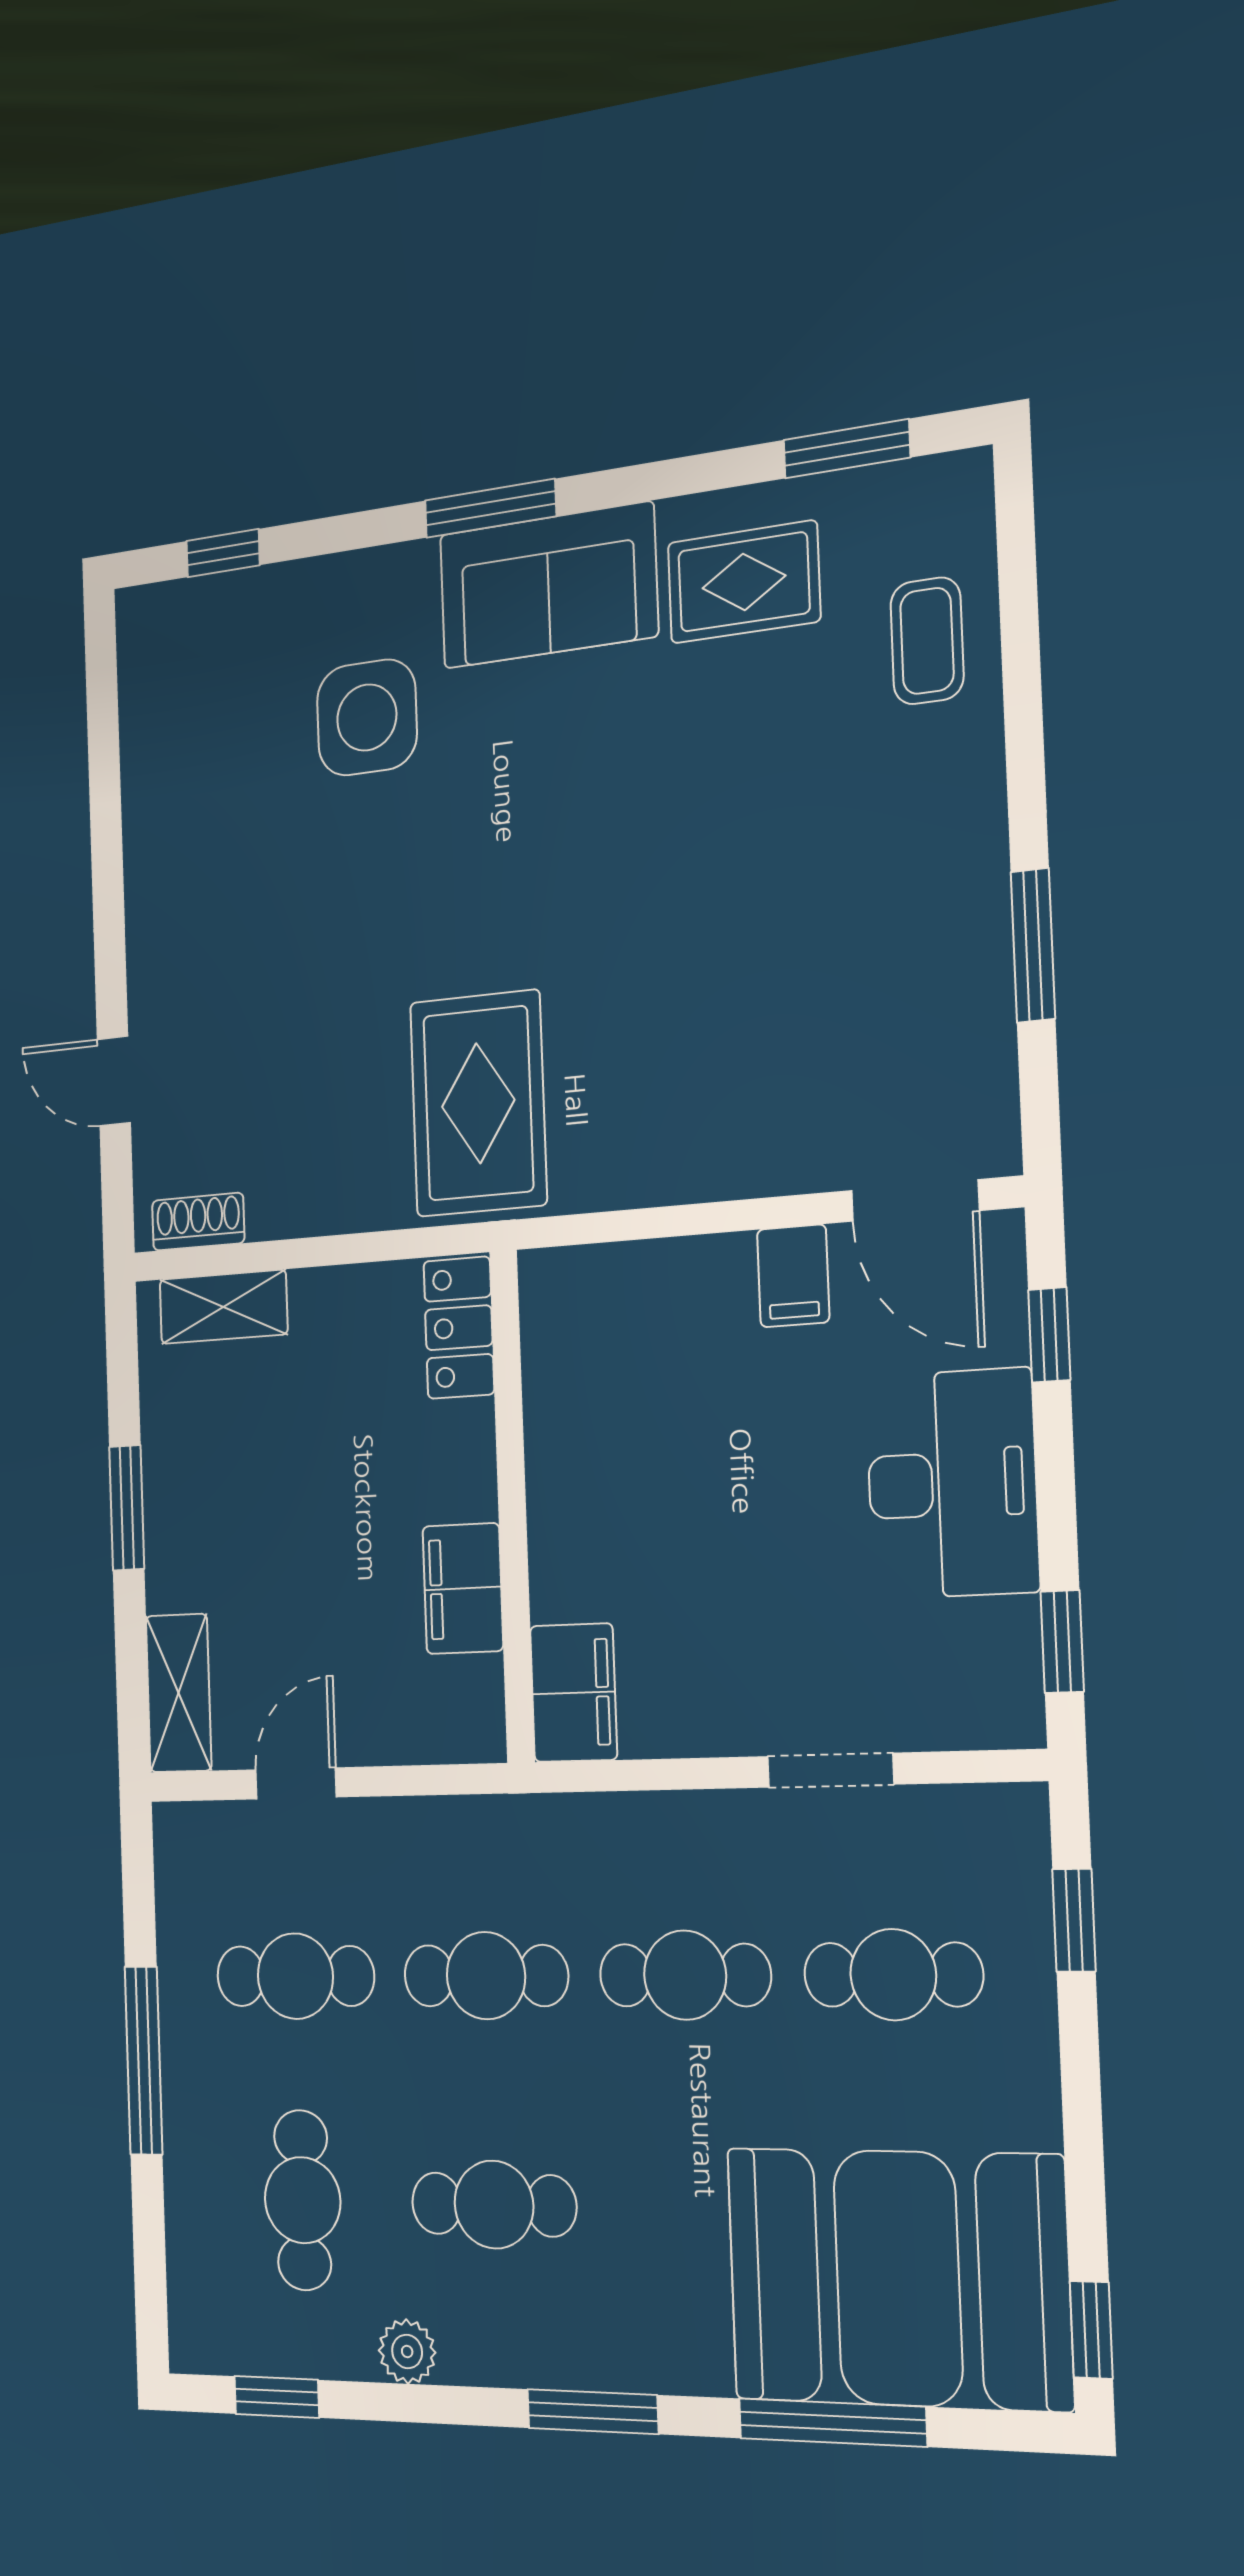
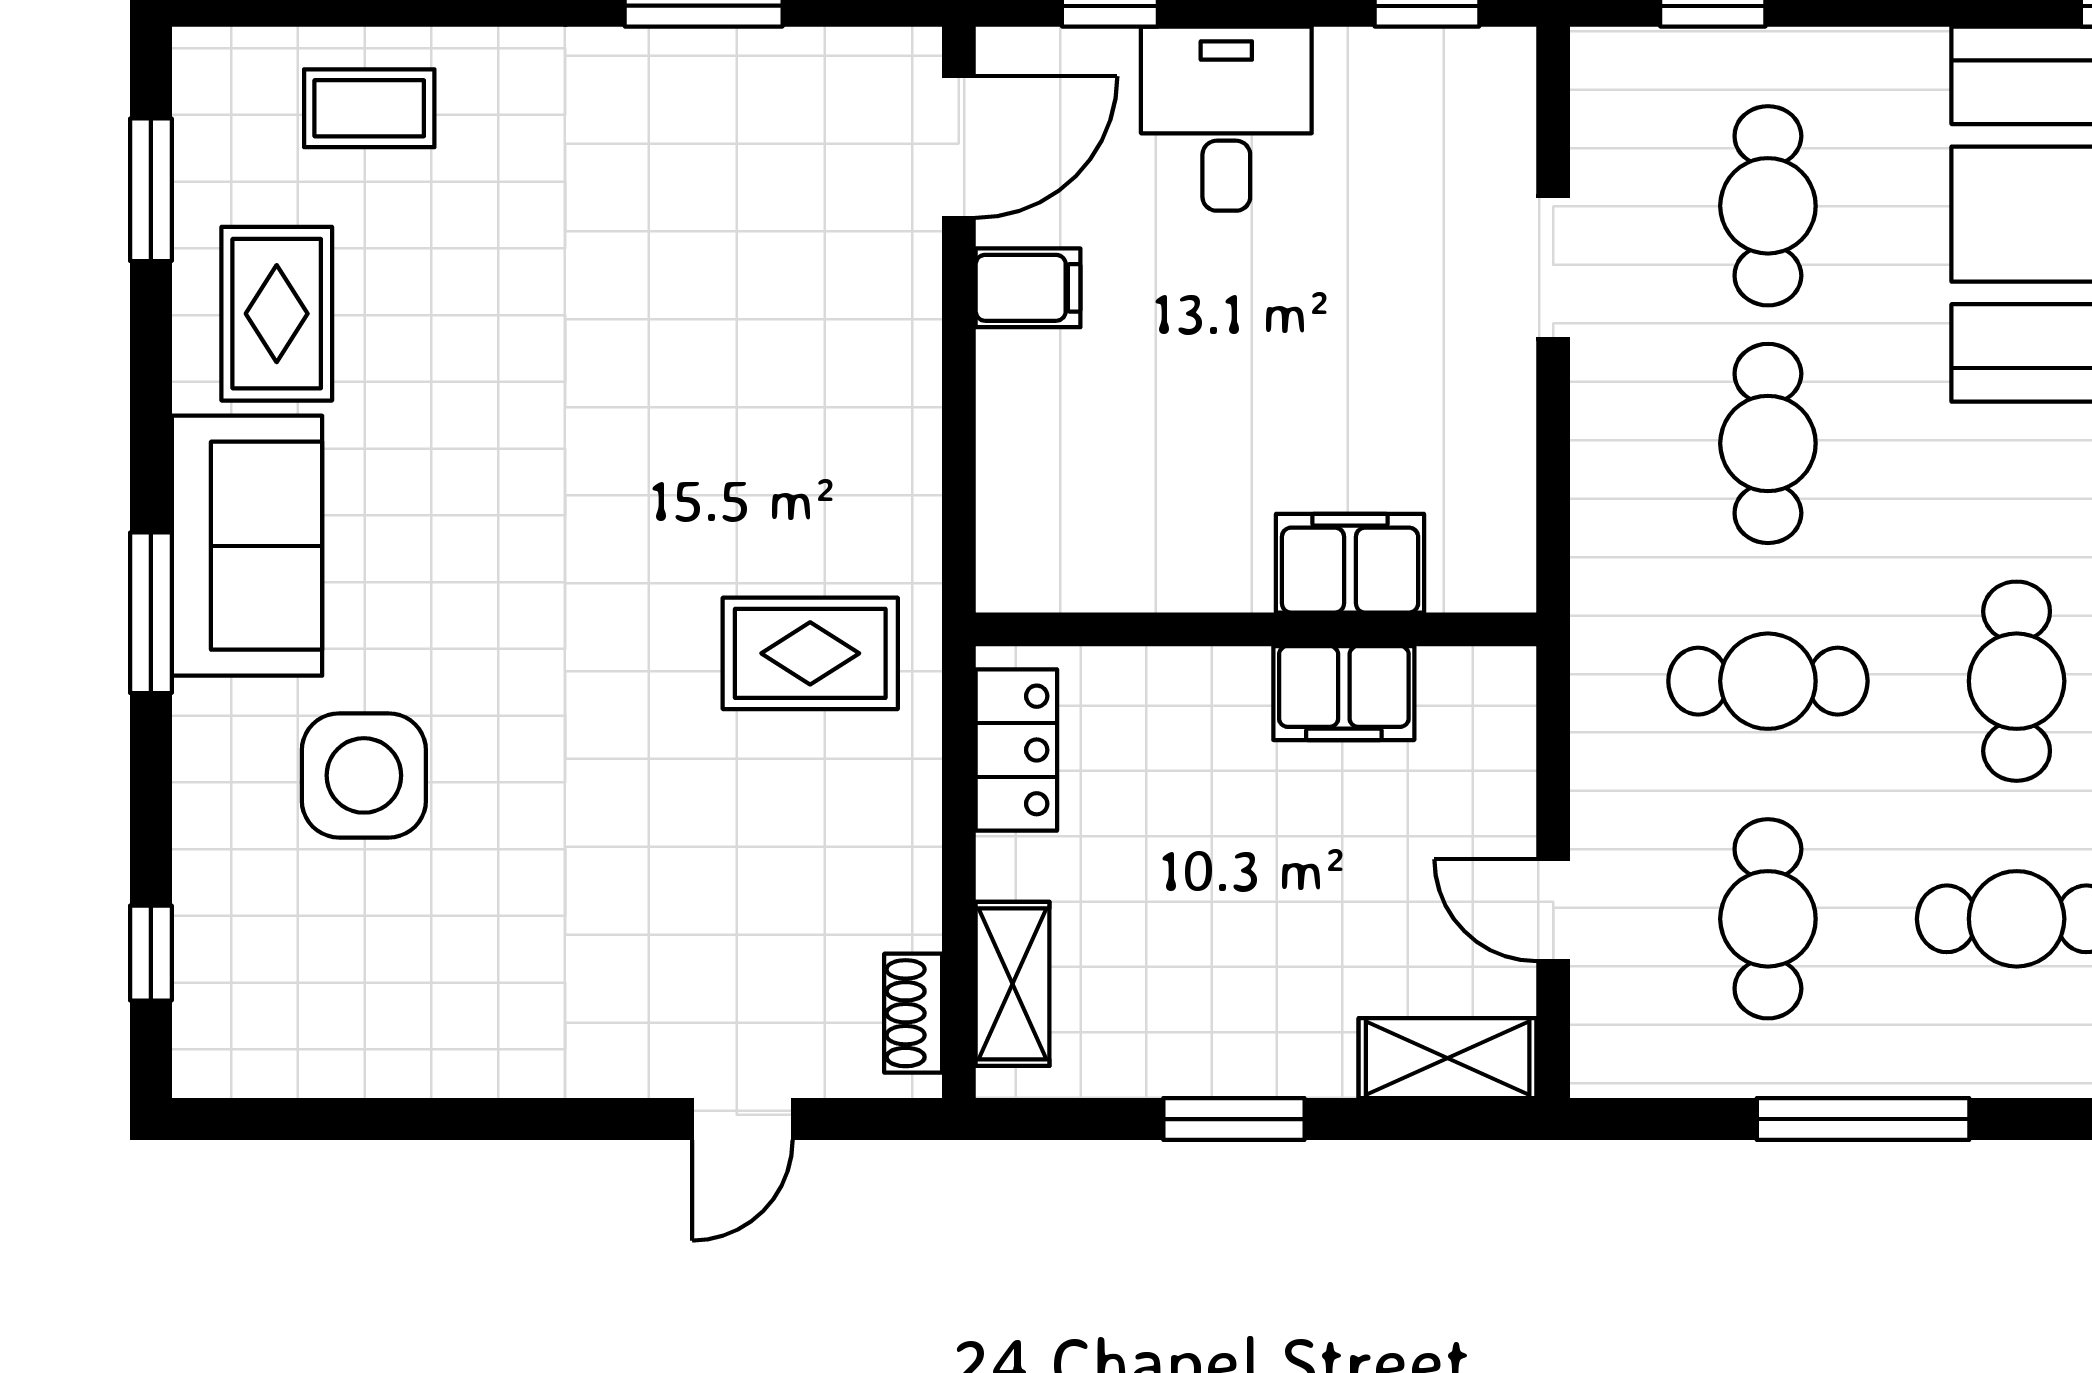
rug: (478, 1103) -> (810, 653), width x0.73, depth x0.70
locker: (459, 1328) -> (1016, 750), moved, turned -90
desk: (952, 1484) -> (1226, 119), width x0.73
filing cabinet: (574, 1693) -> (1350, 563), moved
cafe table: (486, 1976) -> (1768, 681), turned 90

